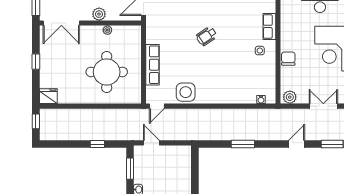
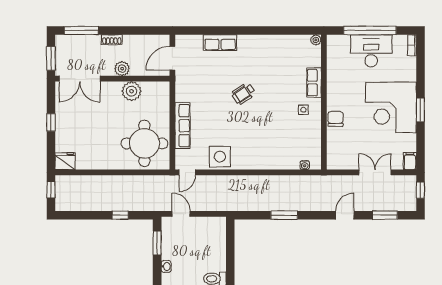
plant: (107, 30) -> (132, 91), width x1.87, depth x1.87
round table: (107, 72) -> (144, 143), moved
plant: (290, 97) -> (337, 162), removed

